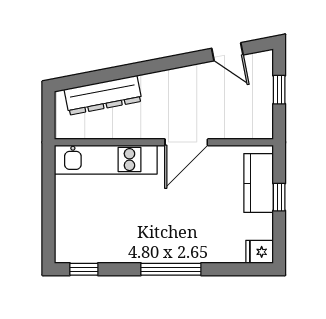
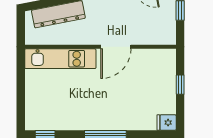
kitchen counter: (259, 183) -> (166, 75), removed

